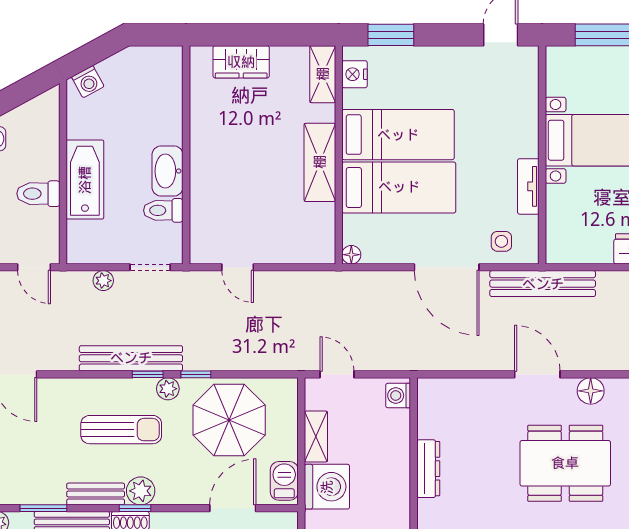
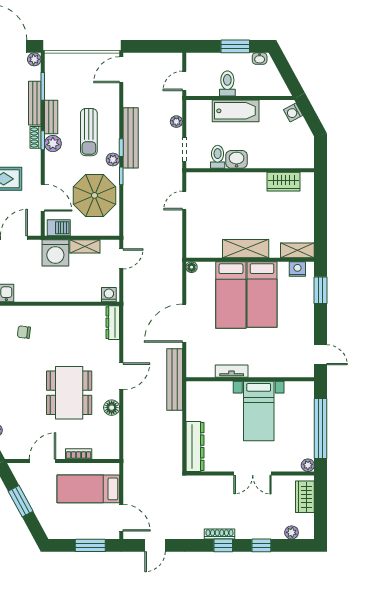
wardrobe: (241, 62) -> (284, 182), moved, turned -90
washbasin: (168, 171) -> (237, 159), width x0.72
side table: (501, 241) -> (199, 355), removed
dresser: (428, 469) -> (113, 323), moved, turned 90

